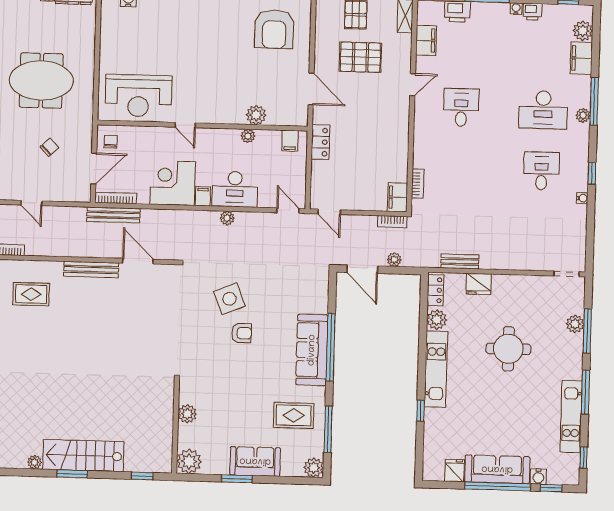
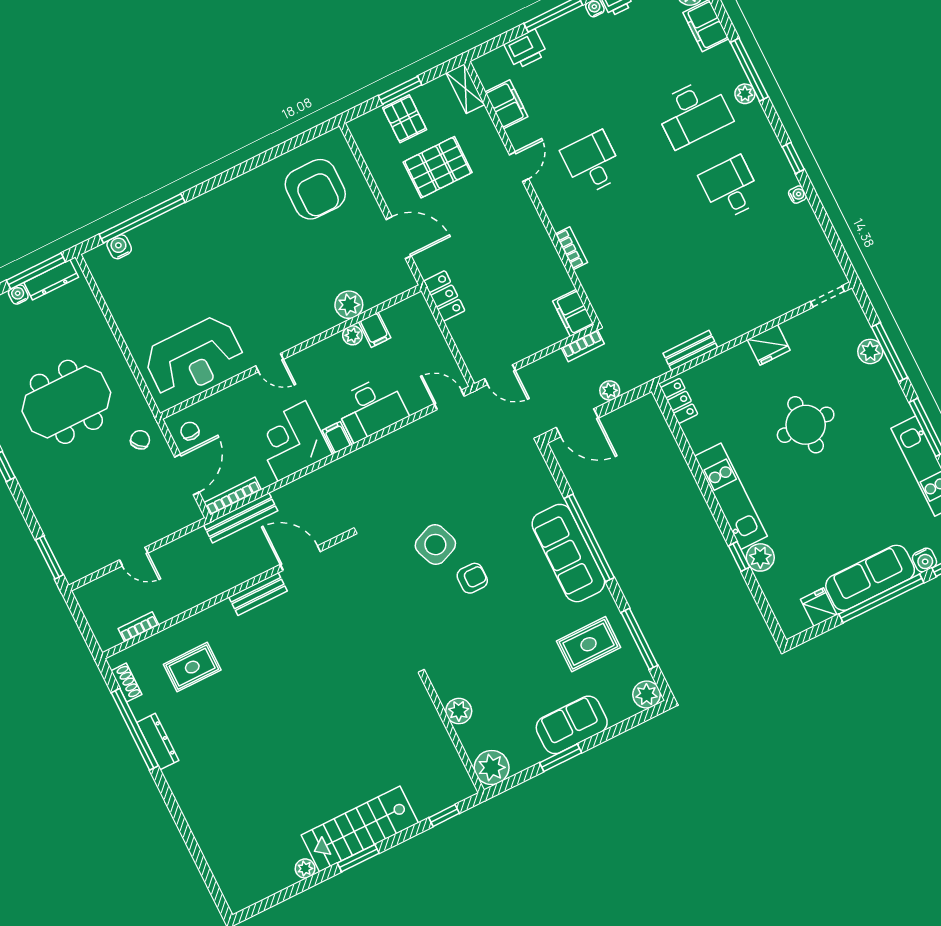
filing cabinet: (290, 141) -> (375, 330), moved
chair: (49, 147) -> (140, 440), moved
bookcase: (418, 184) -> (571, 248), moved
plant: (227, 218) -> (380, 448), removed
bench: (91, 269) -> (258, 594), width x0.73
fridge: (479, 284) -> (769, 345), moved
plant: (437, 320) -> (760, 557), moved

